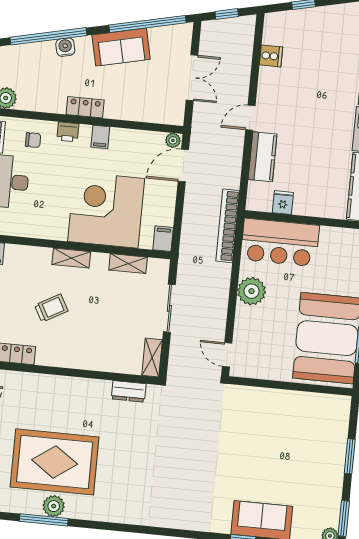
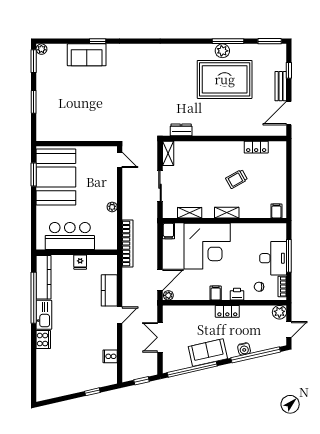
fridge: (283, 203) -> (80, 262), moved
bar counter: (280, 242) -> (70, 236), moved
plant: (252, 291) -> (112, 207), width x0.53, depth x0.53

